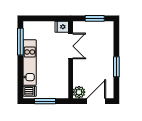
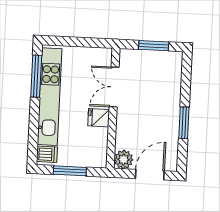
fridge: (62, 27) -> (99, 118), moved
double door: (71, 46) -> (114, 87), swing flipped
kitchen unit: (30, 63) -> (50, 97), width x1.36

